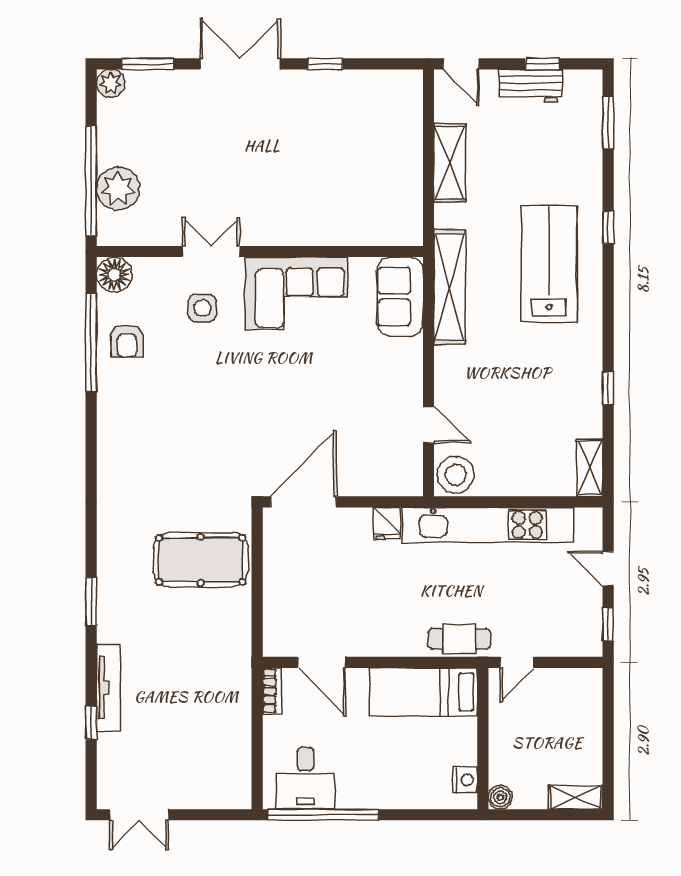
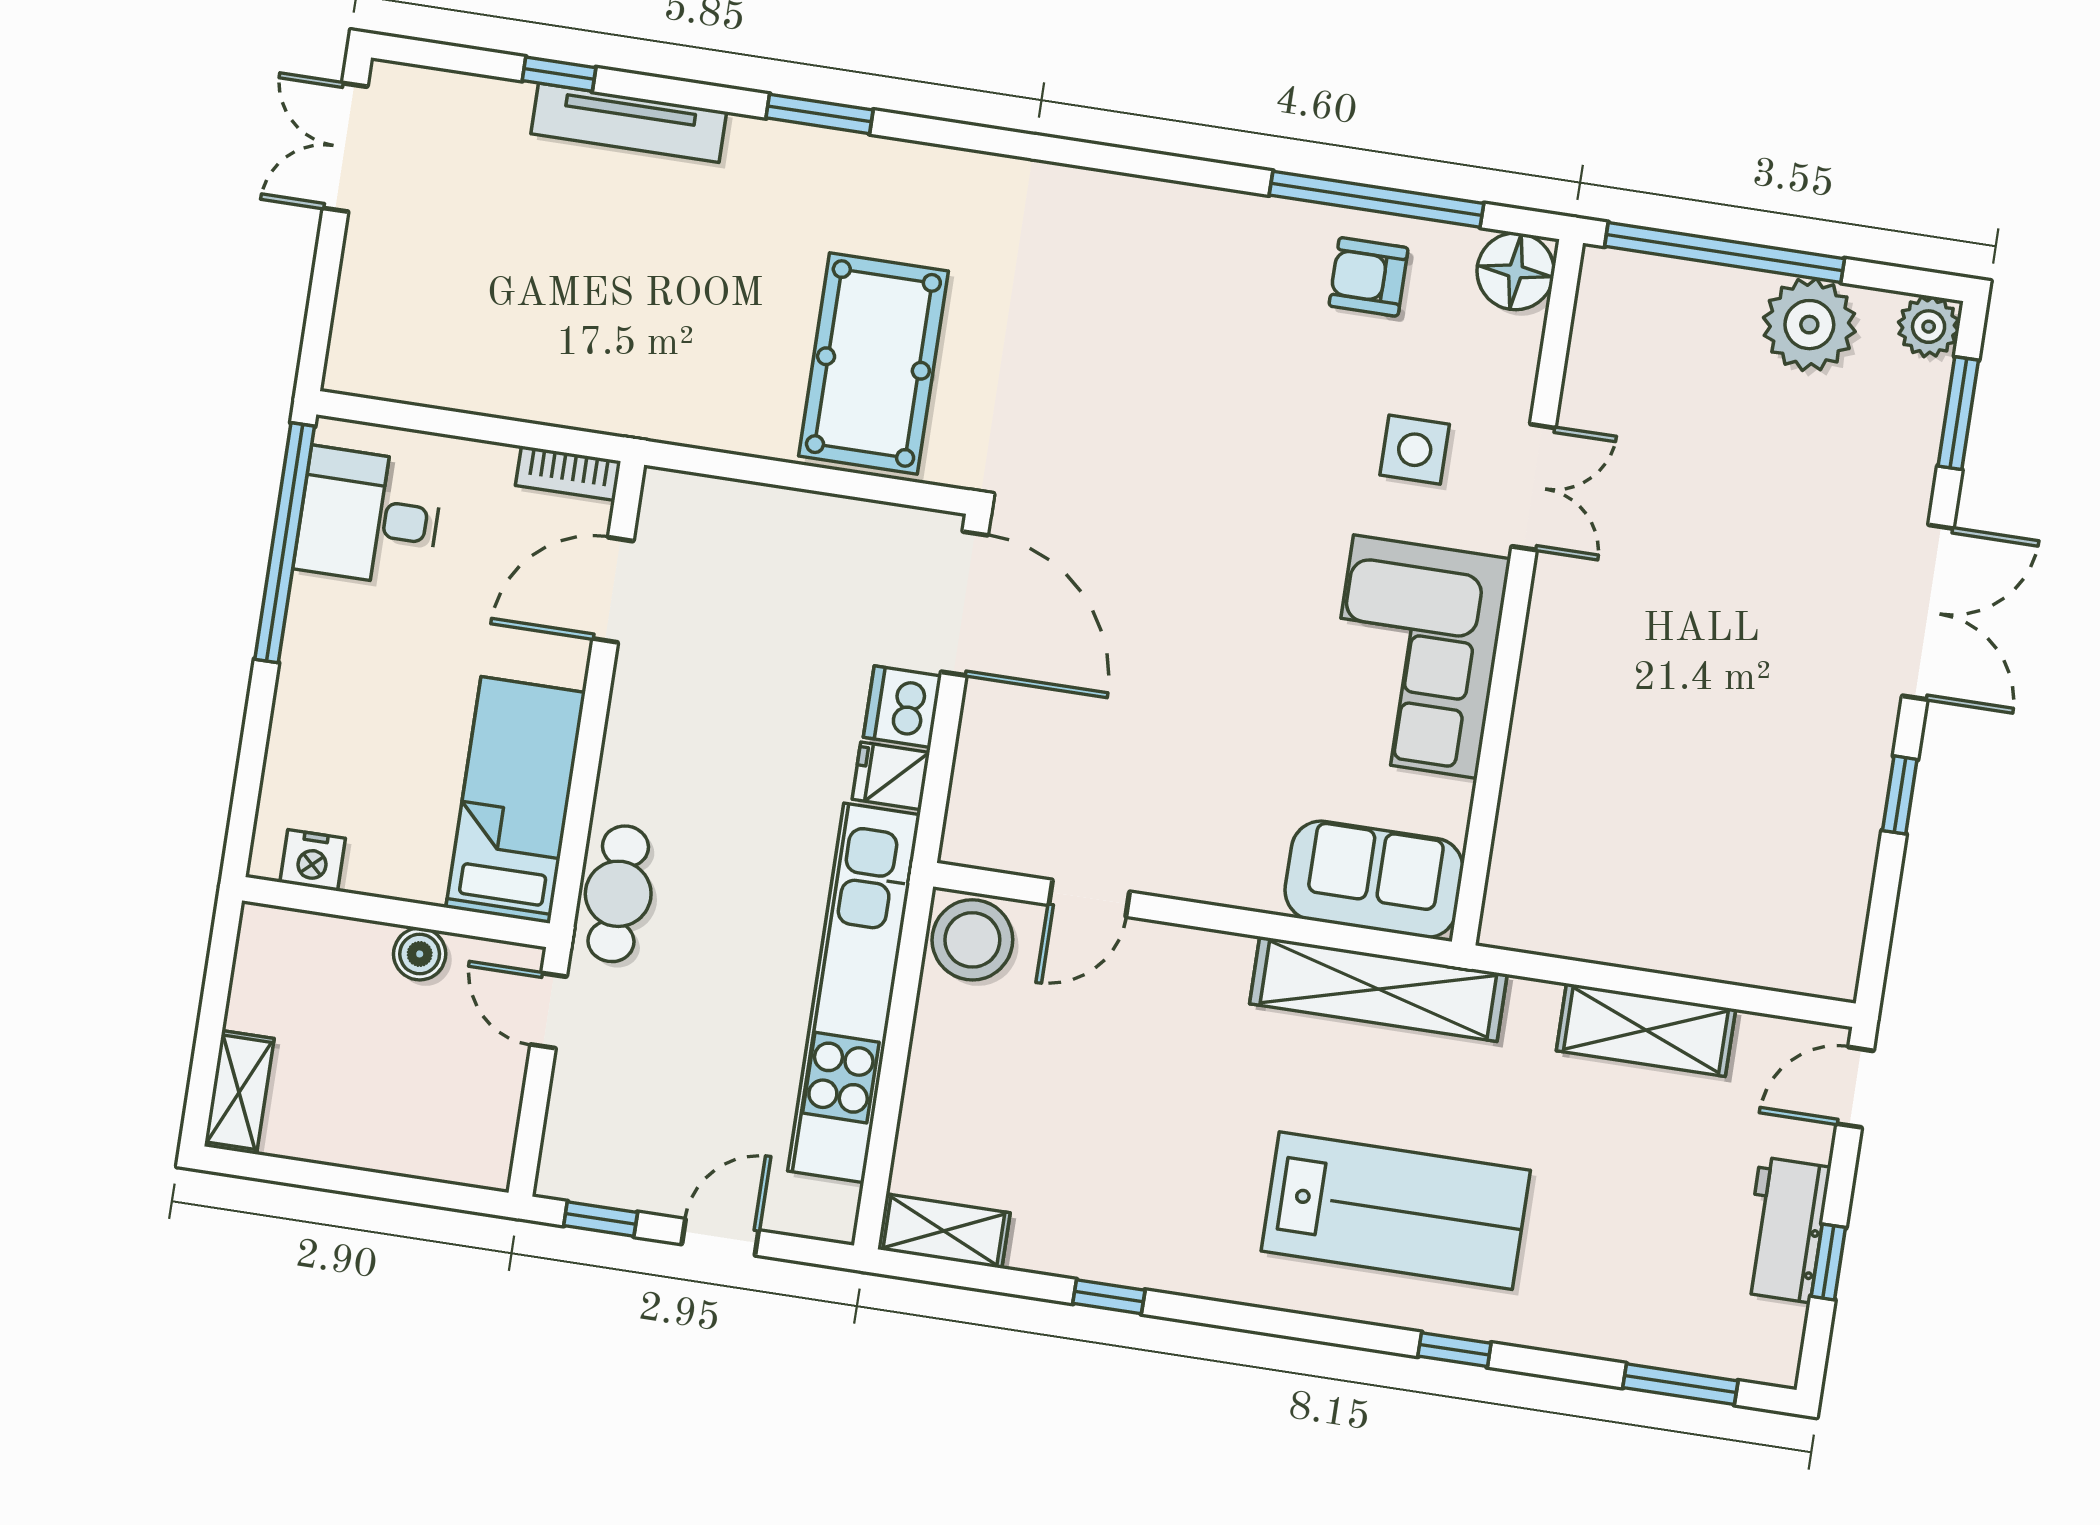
plant: (118, 189) -> (1809, 325), moved
dishwasher: (355, 523) -> (902, 707), added
boiler: (500, 797) -> (420, 954), moved

